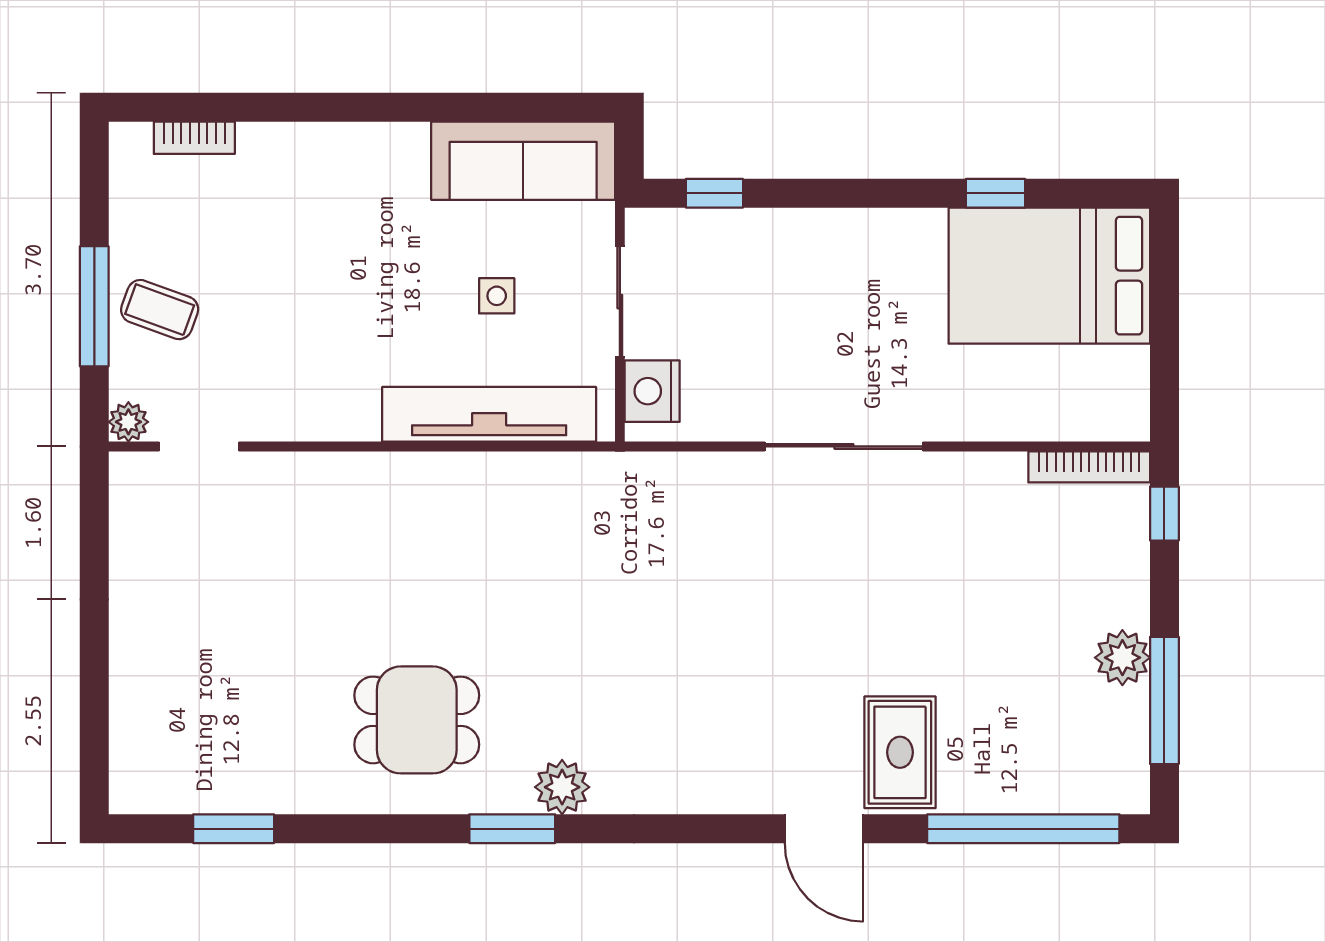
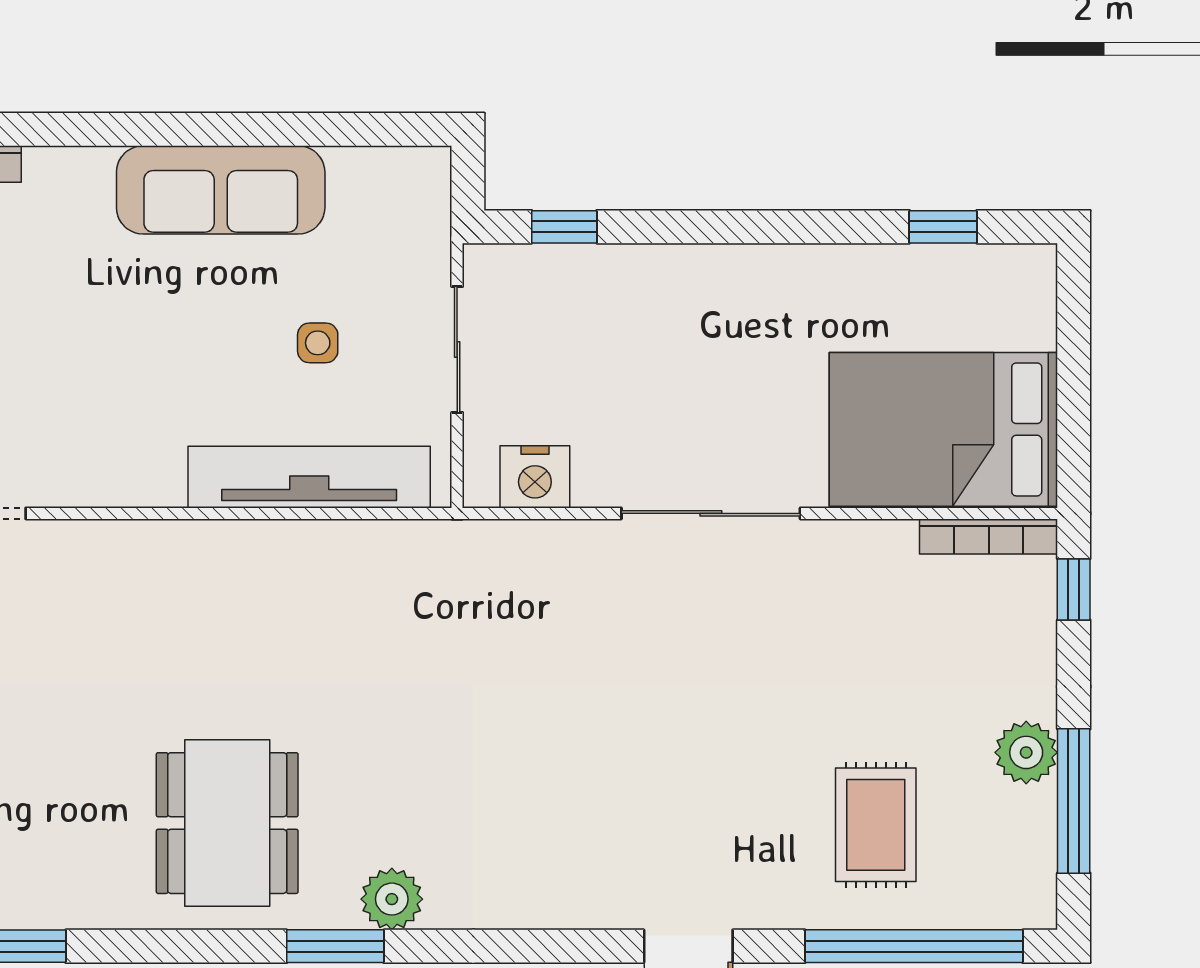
sofa: (523, 161) -> (221, 190), moved
window: (996, 193) -> (943, 227), moved
bed: (1049, 276) -> (943, 429), moved
nightstand: (652, 391) -> (535, 477), moved, turned -90
dining table: (417, 720) -> (227, 823), width x1.37
rug: (900, 752) -> (876, 825), moved

